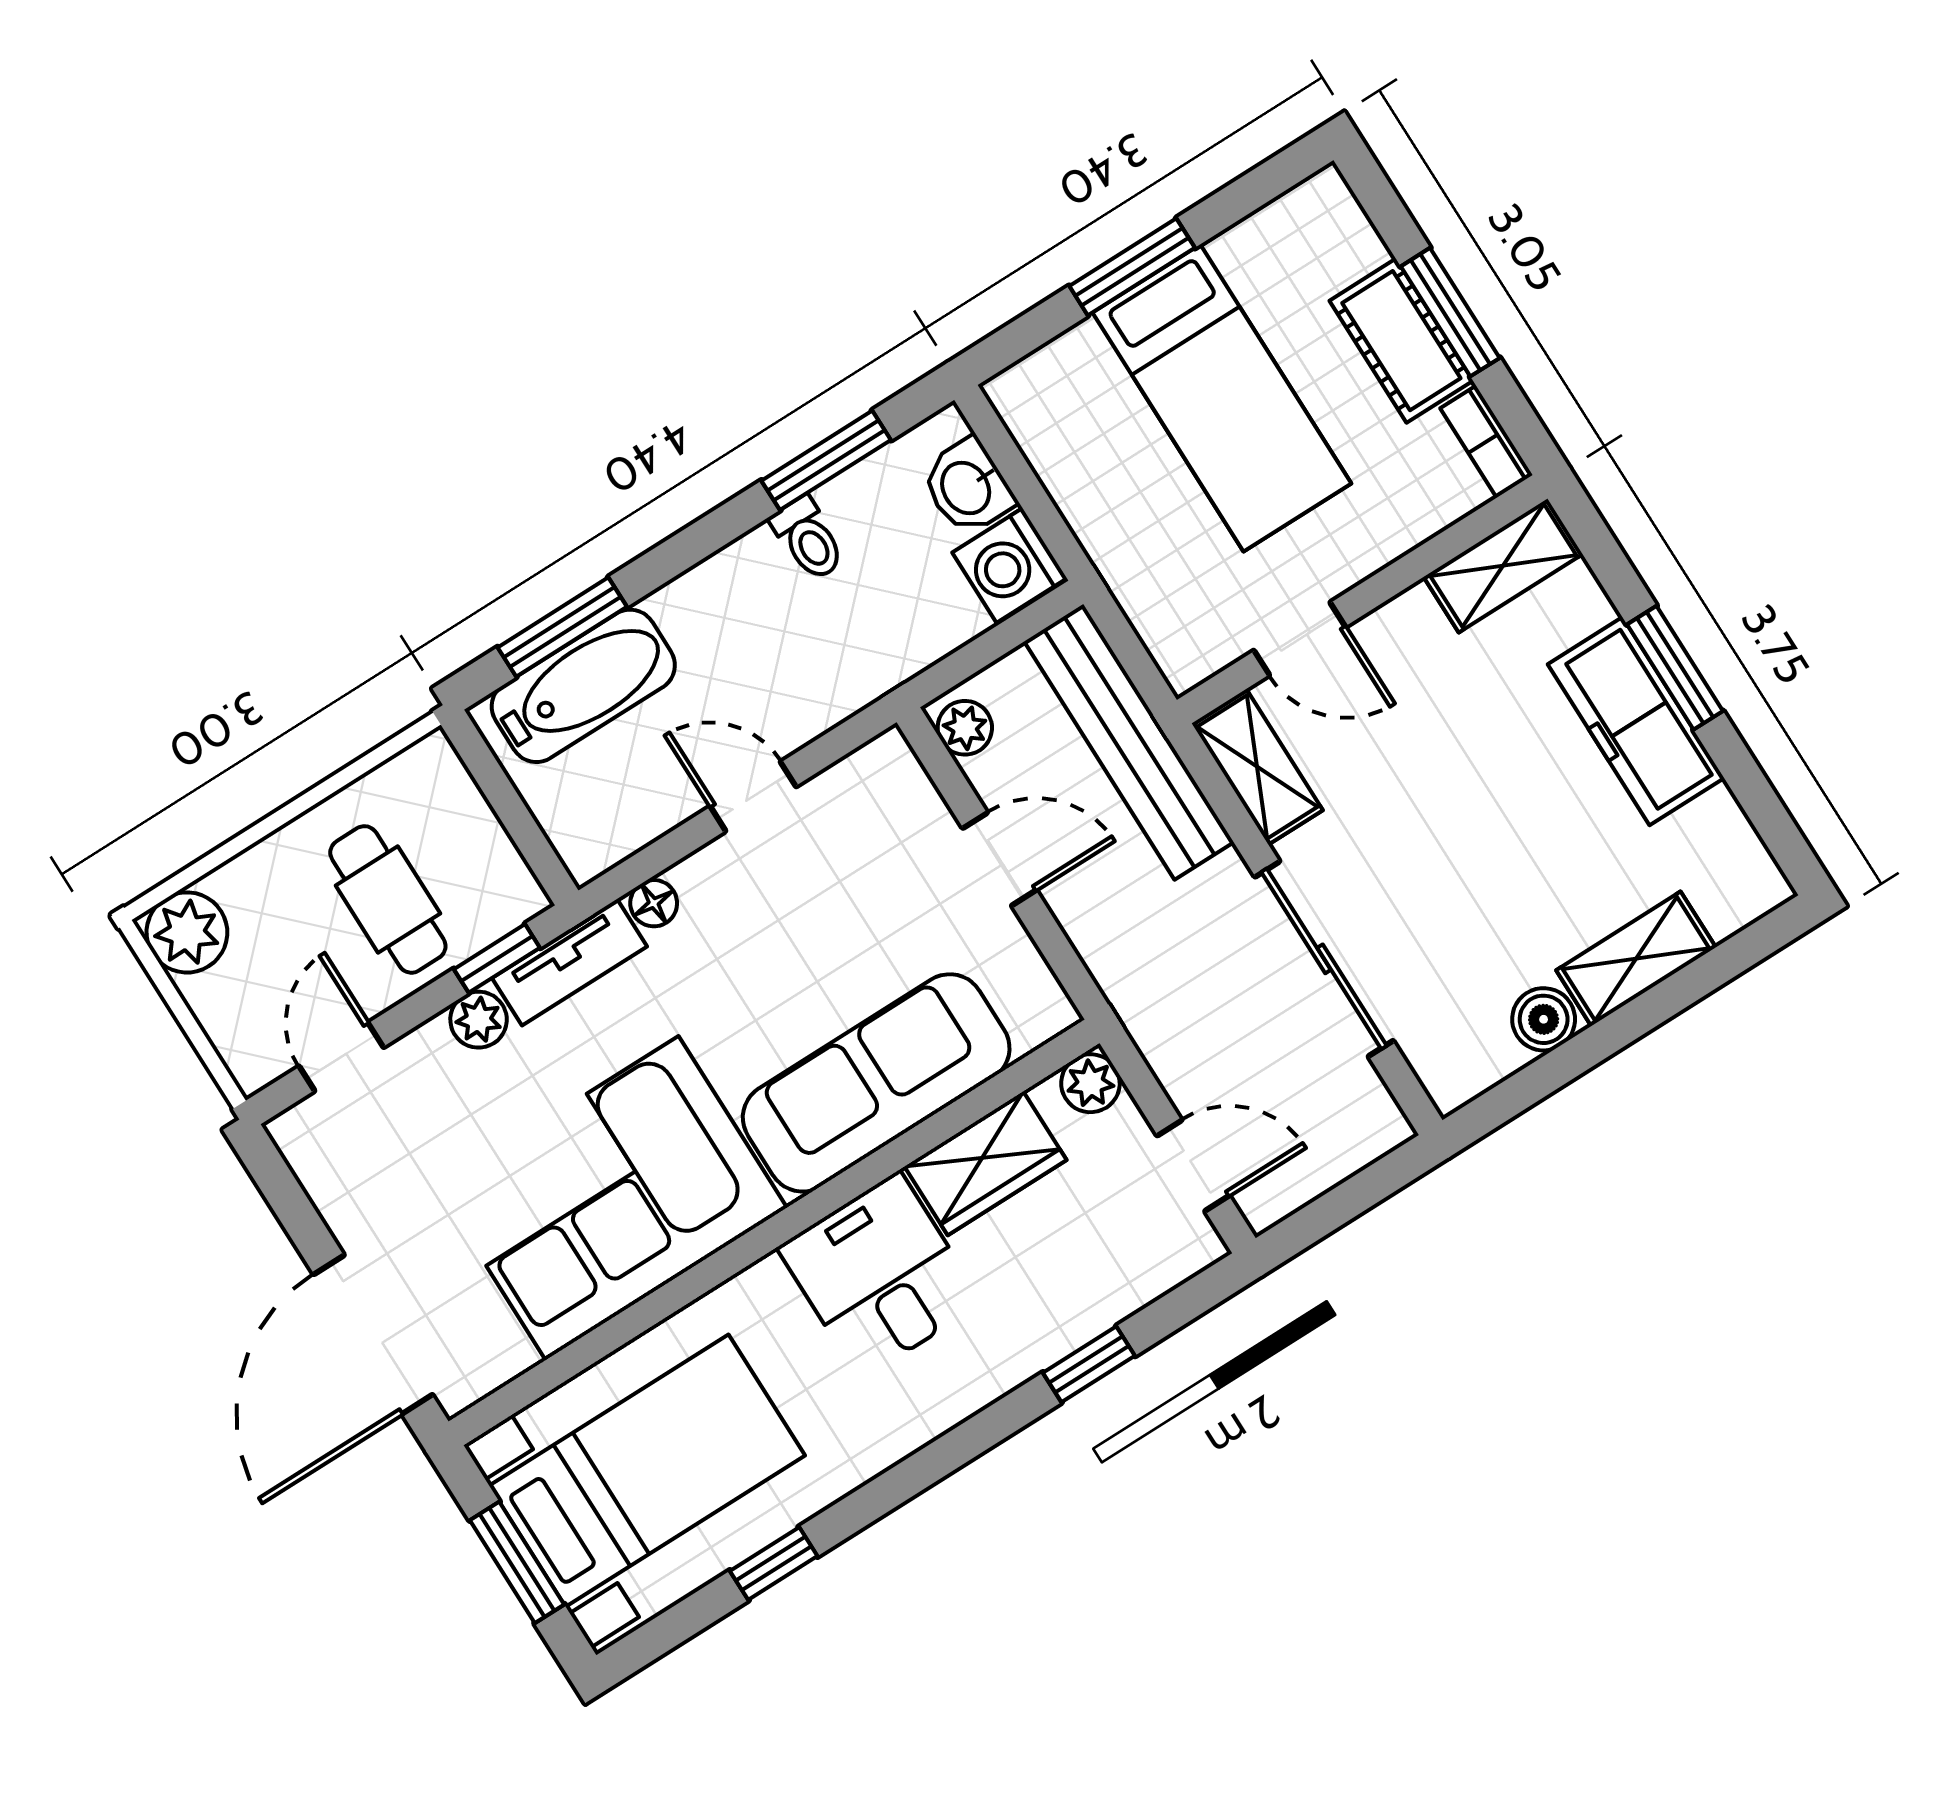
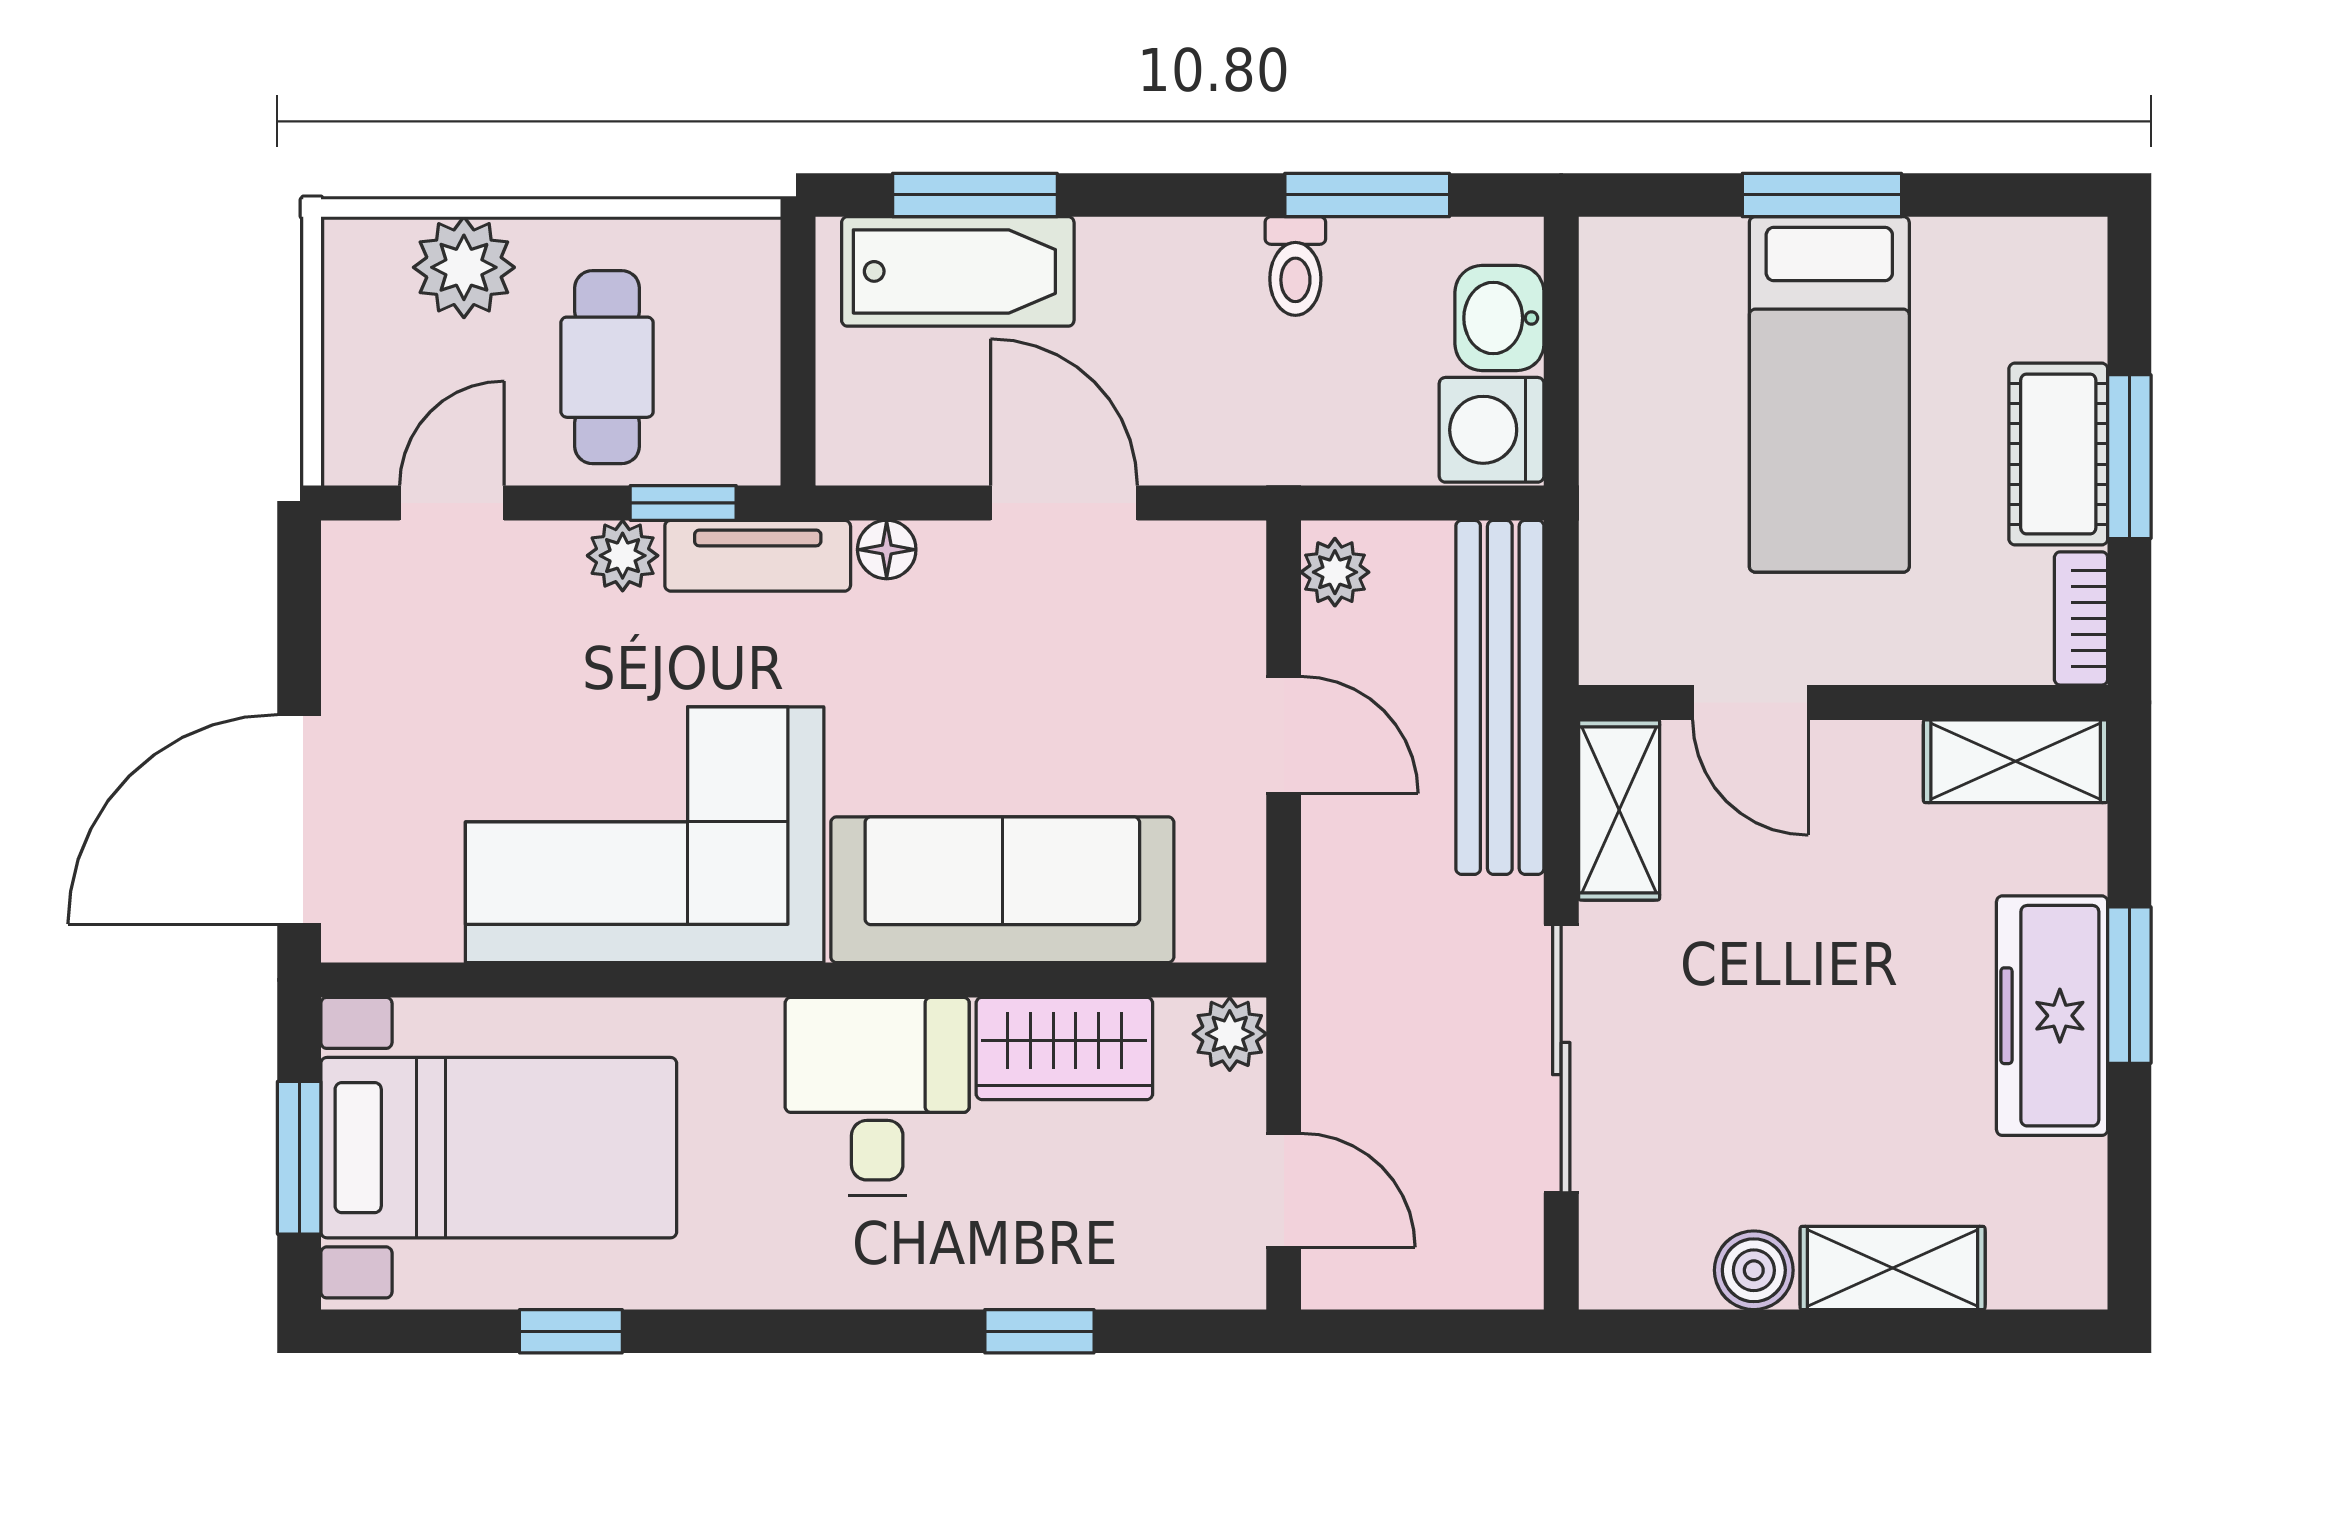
door: (753, 796) -> (1064, 503), width x1.38
plant: (187, 932) -> (464, 267), moved

